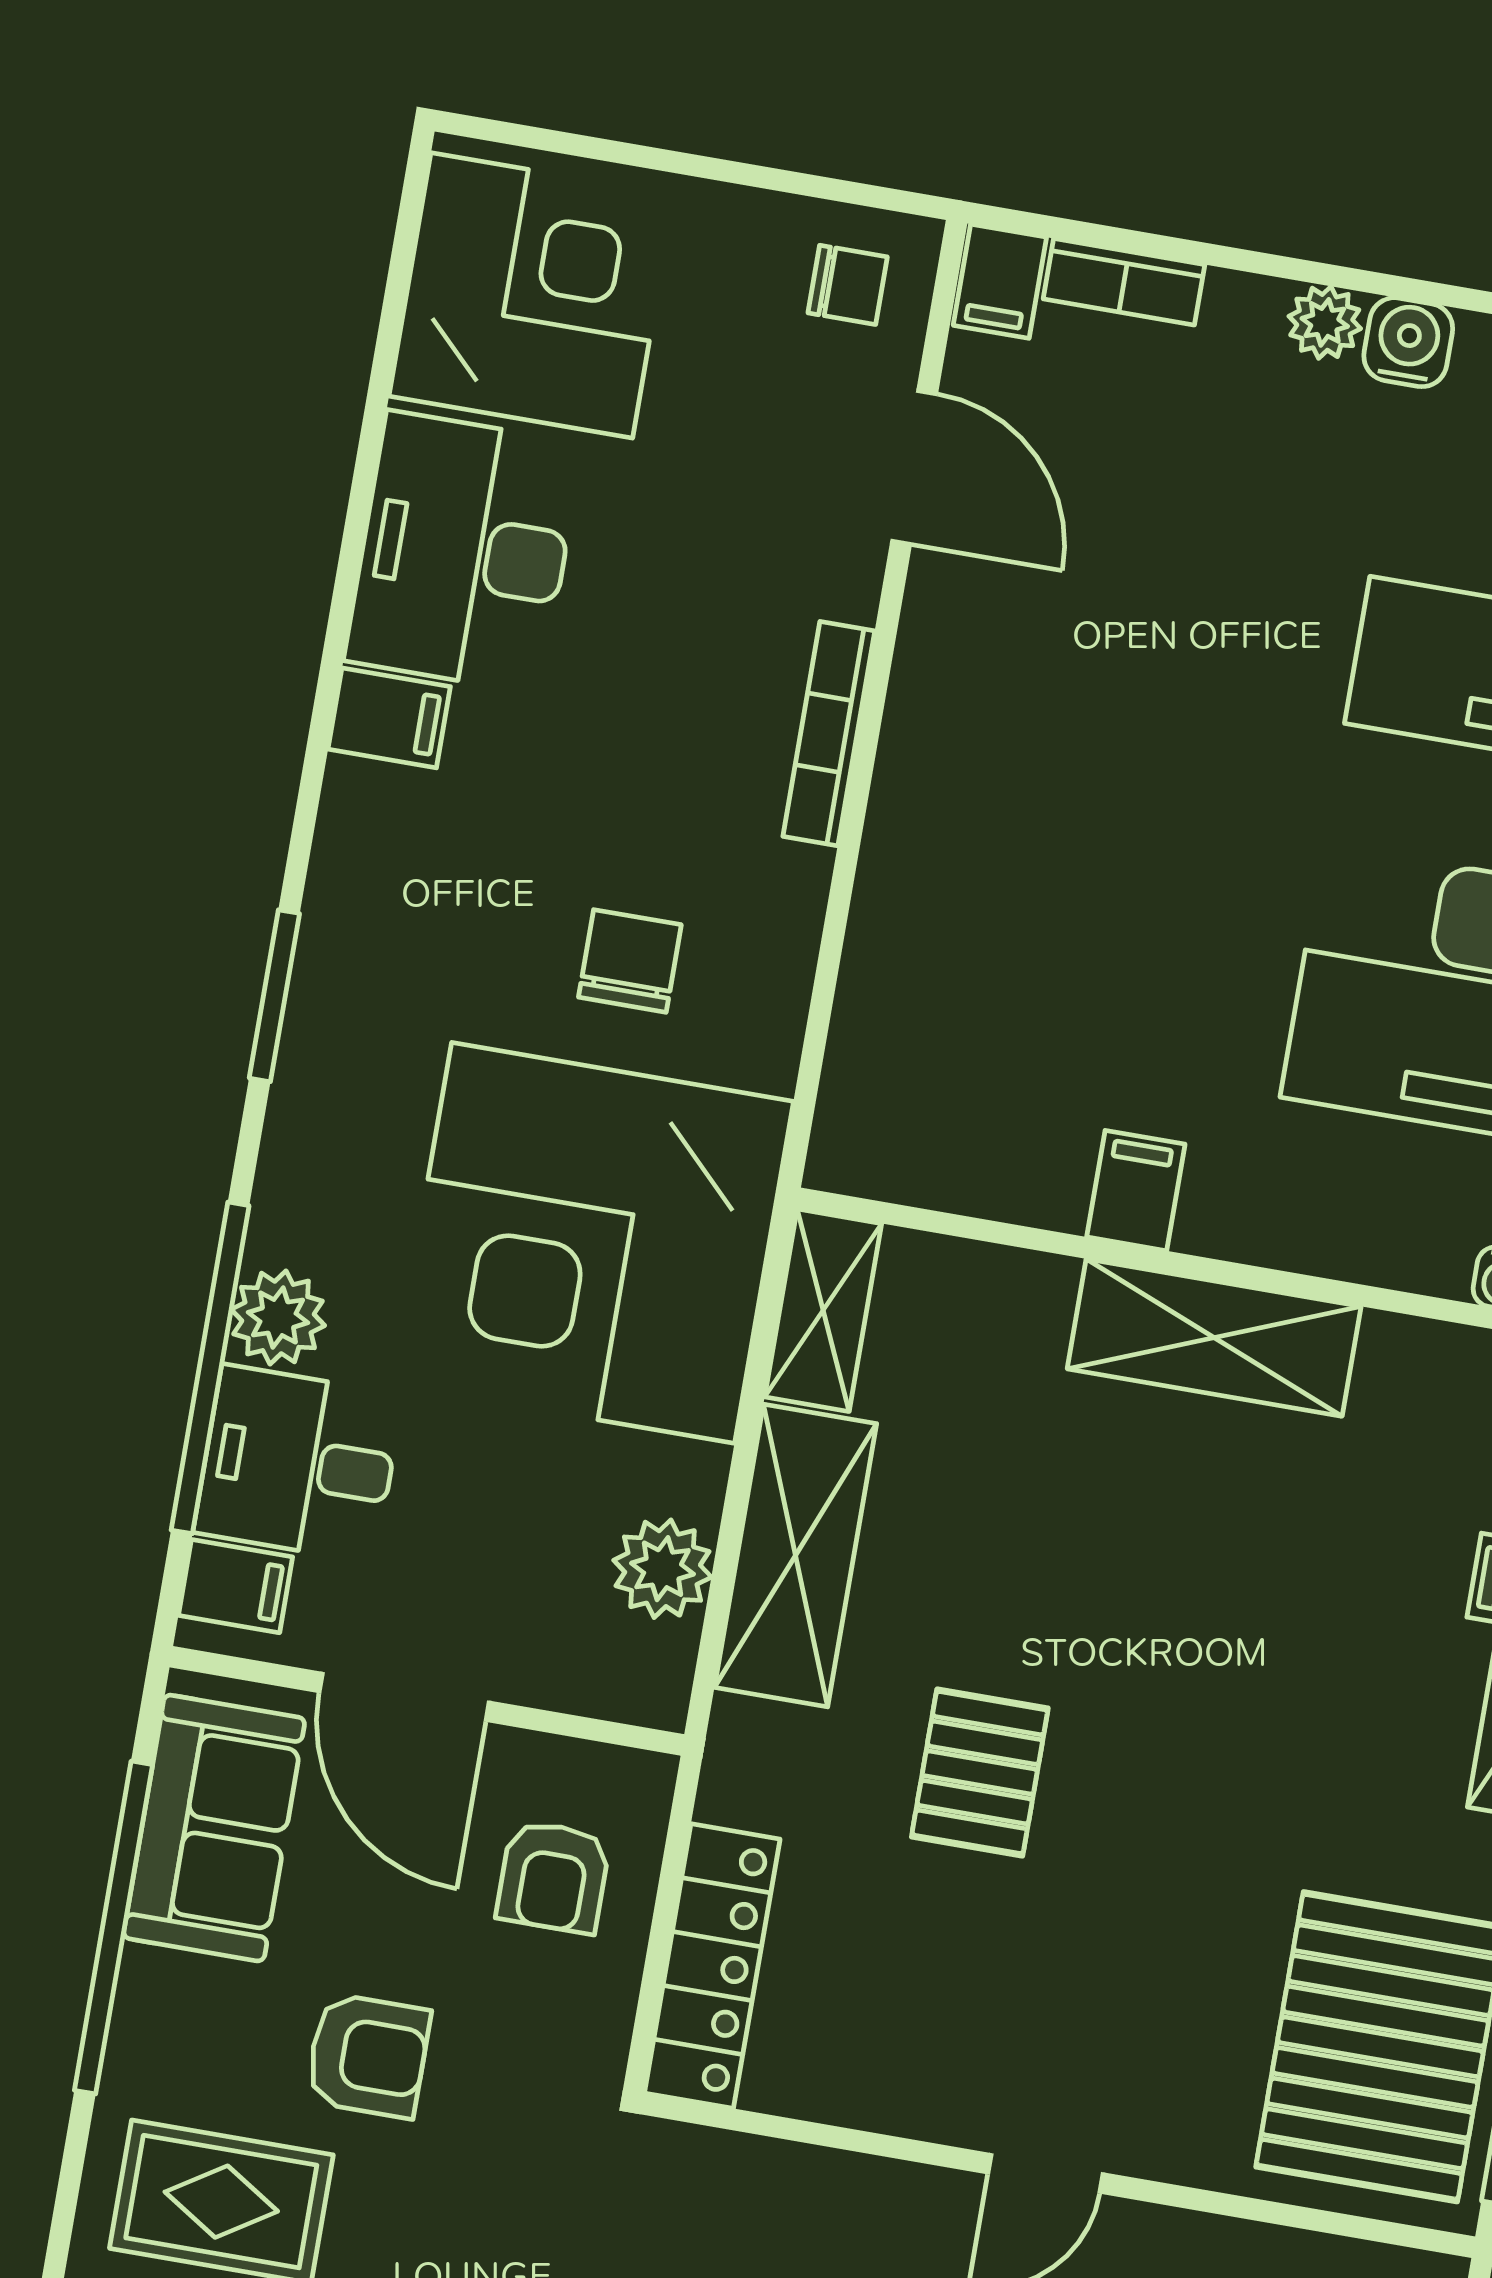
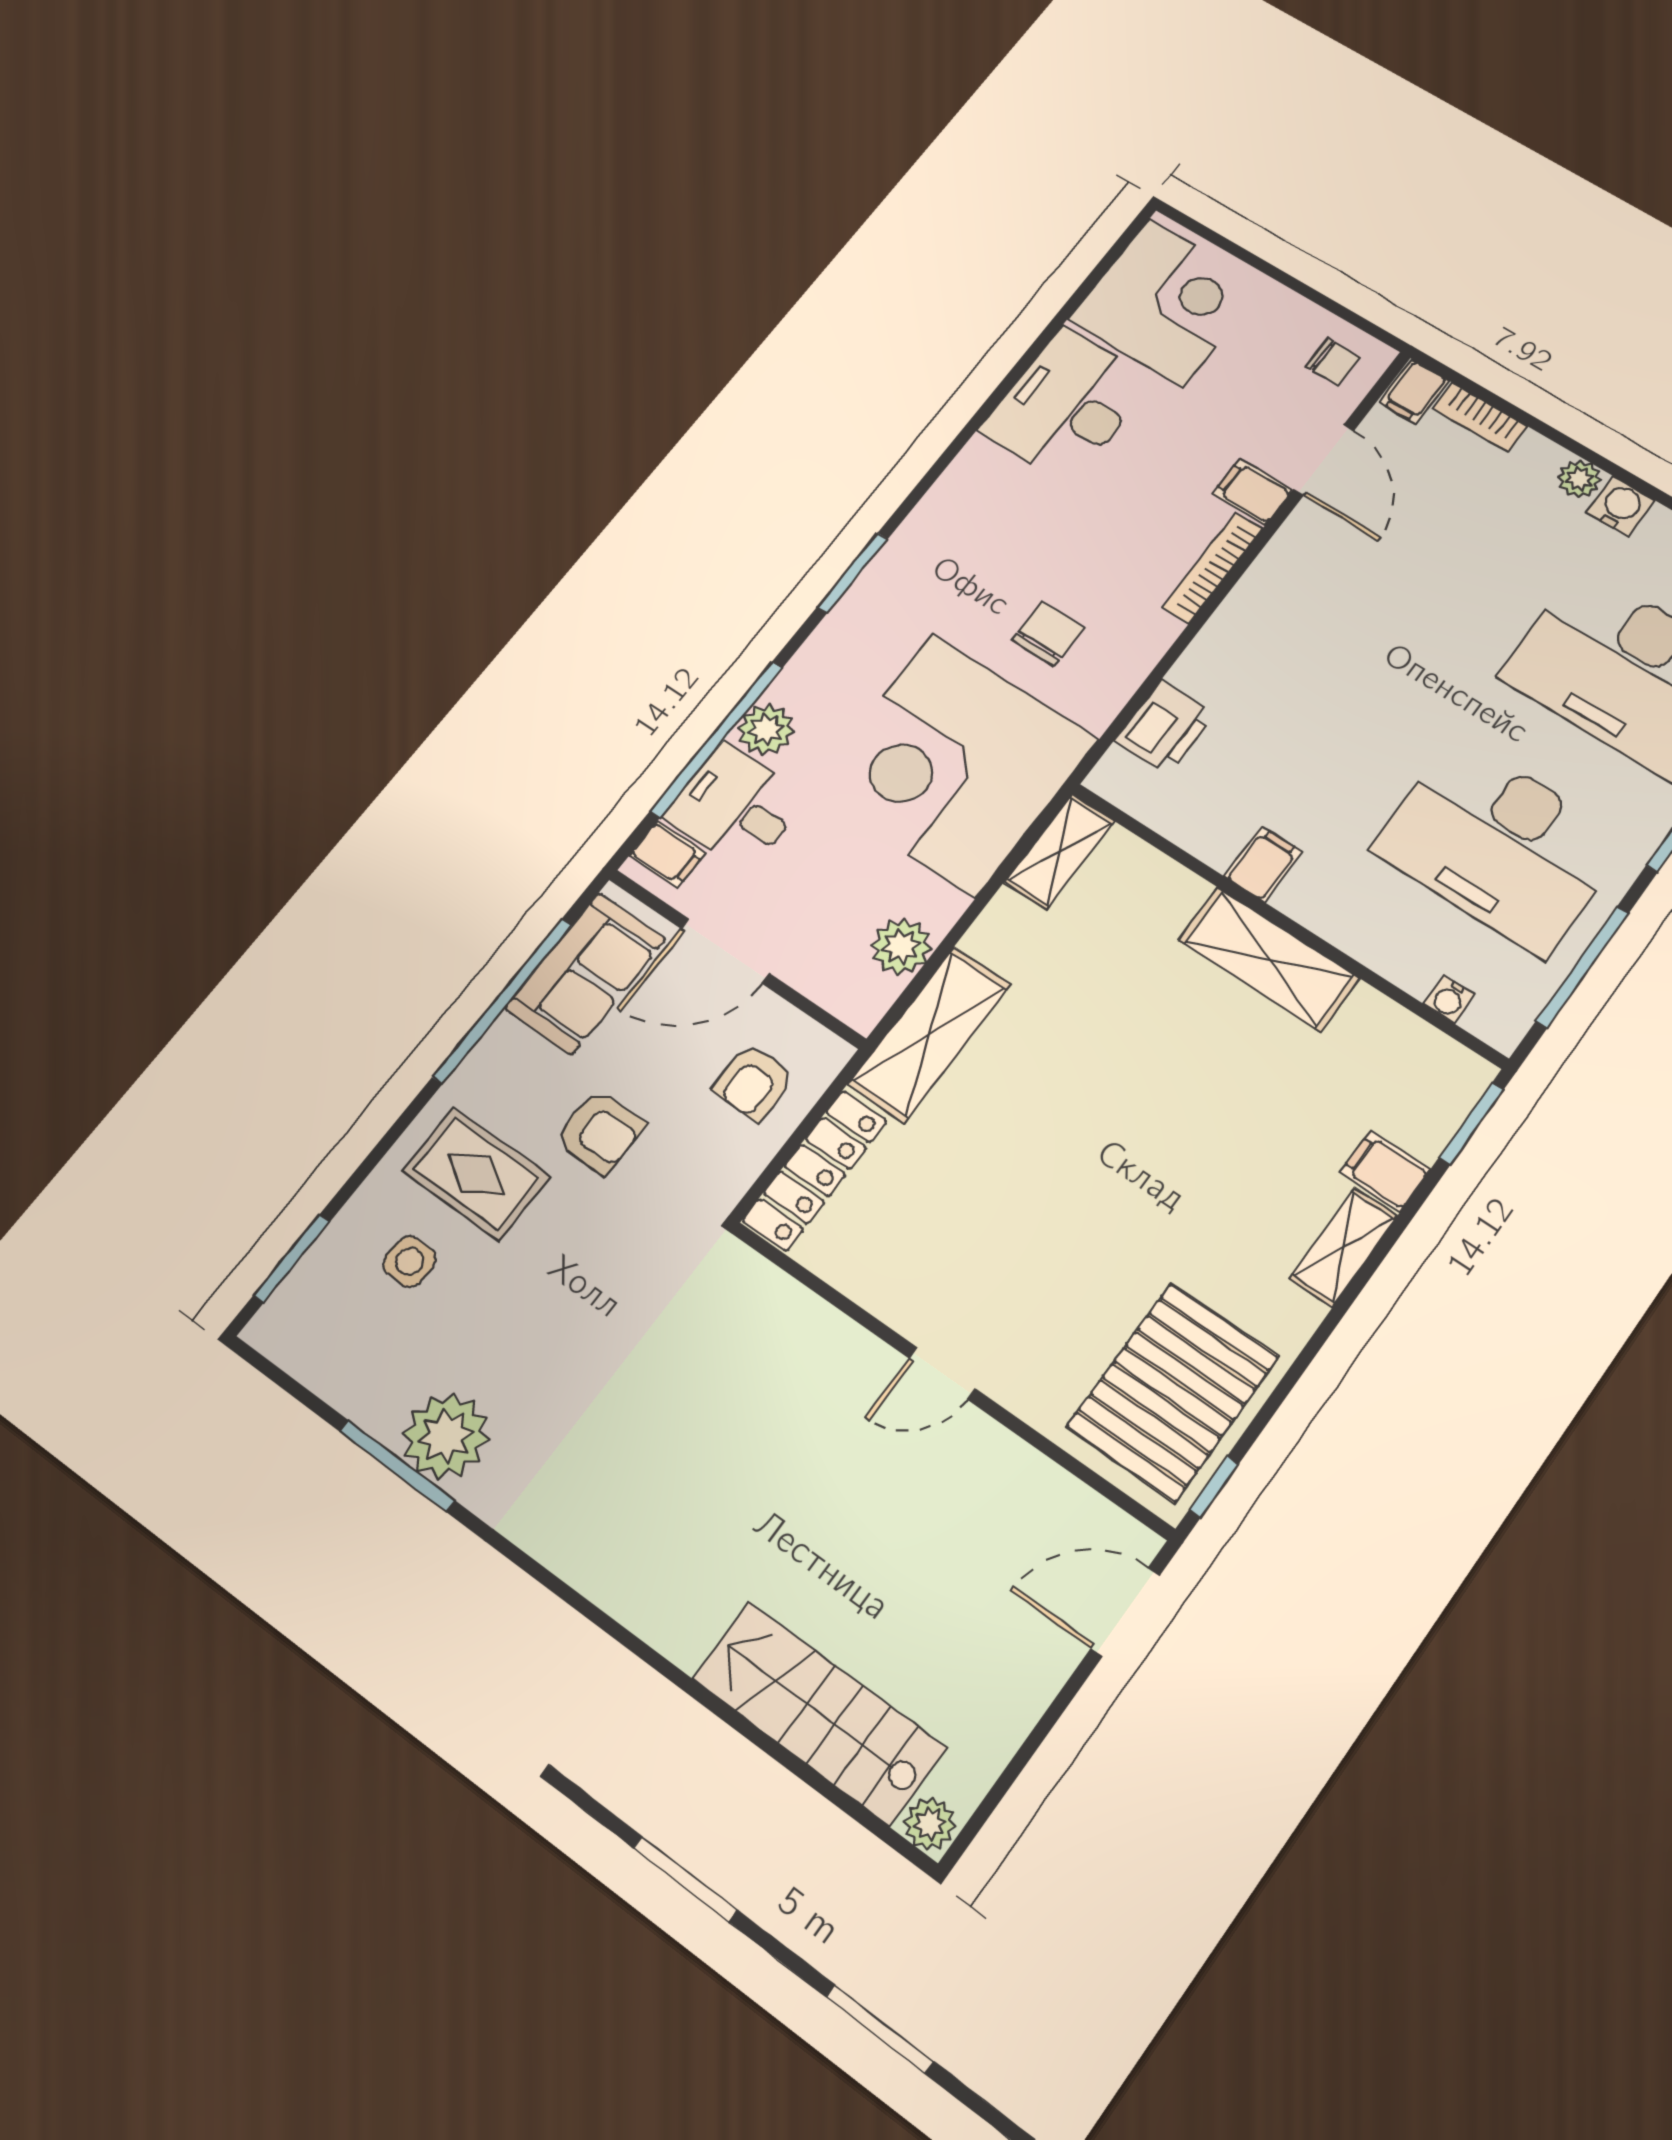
filing cabinet: (389, 718) -> (1252, 492), moved, turned 180
printer: (884, 1036) -> (1165, 727), added
shelving: (796, 1556) -> (929, 1034), moved
door: (404, 1697) -> (725, 951), hinge flipped
pallet: (980, 1772) -> (1020, 1133), removed

